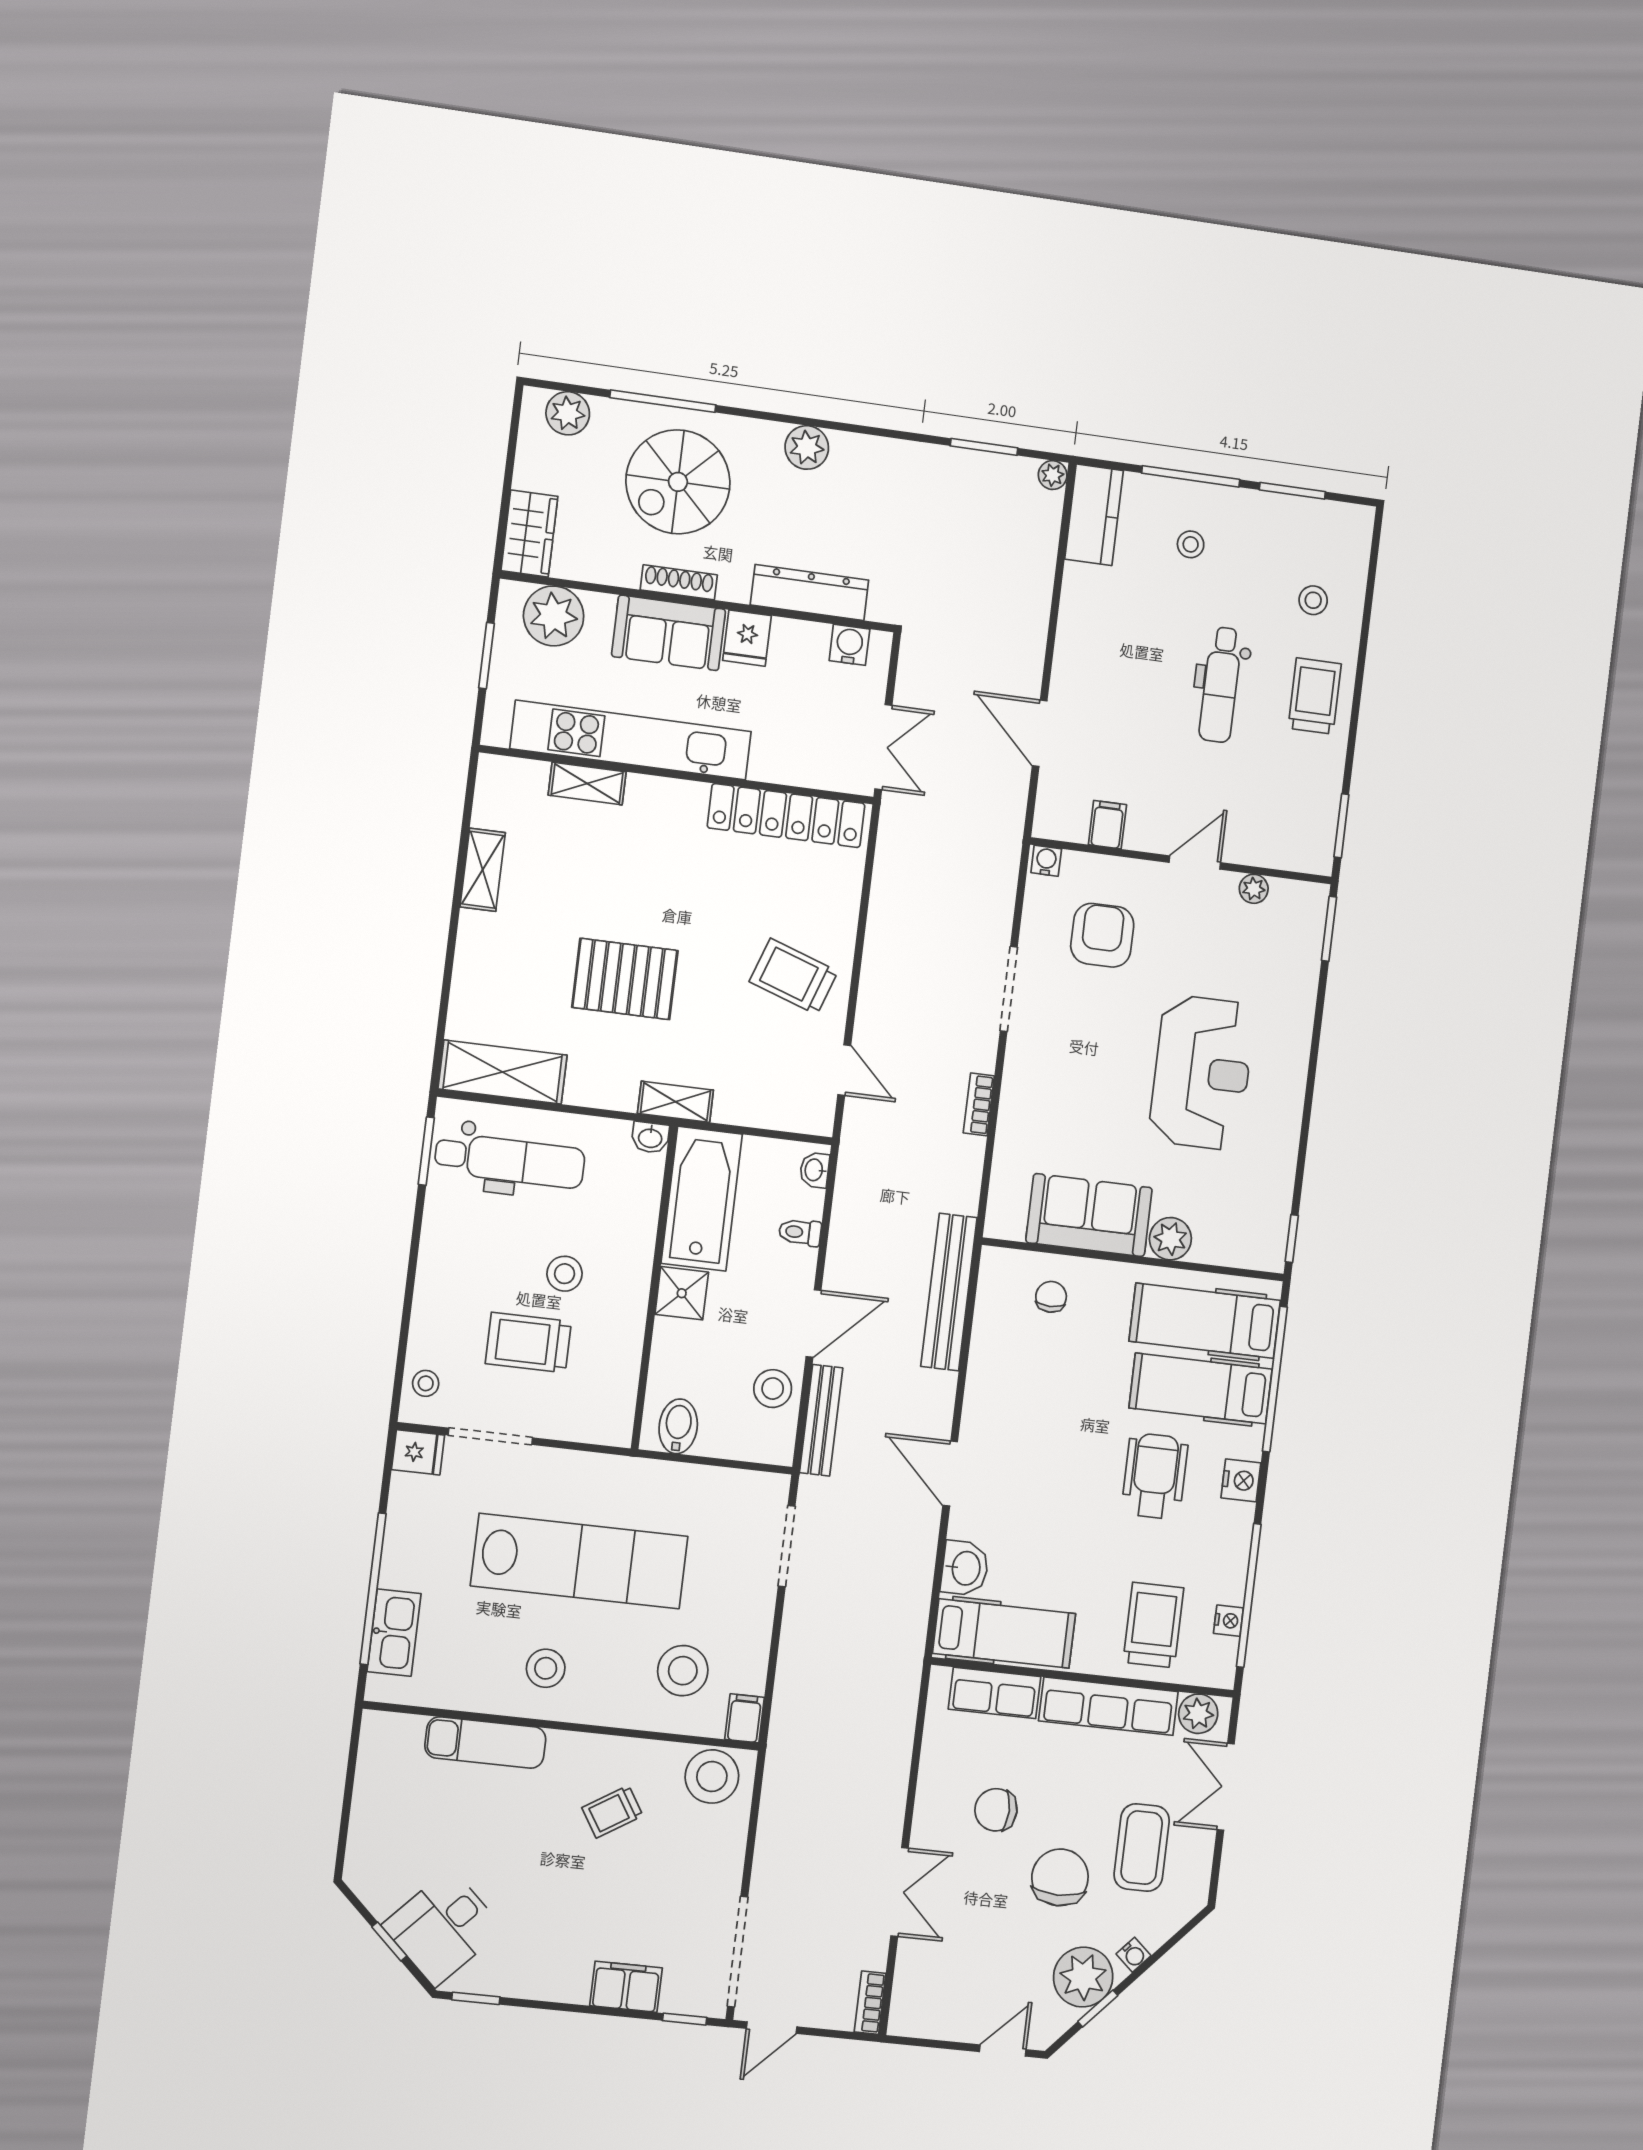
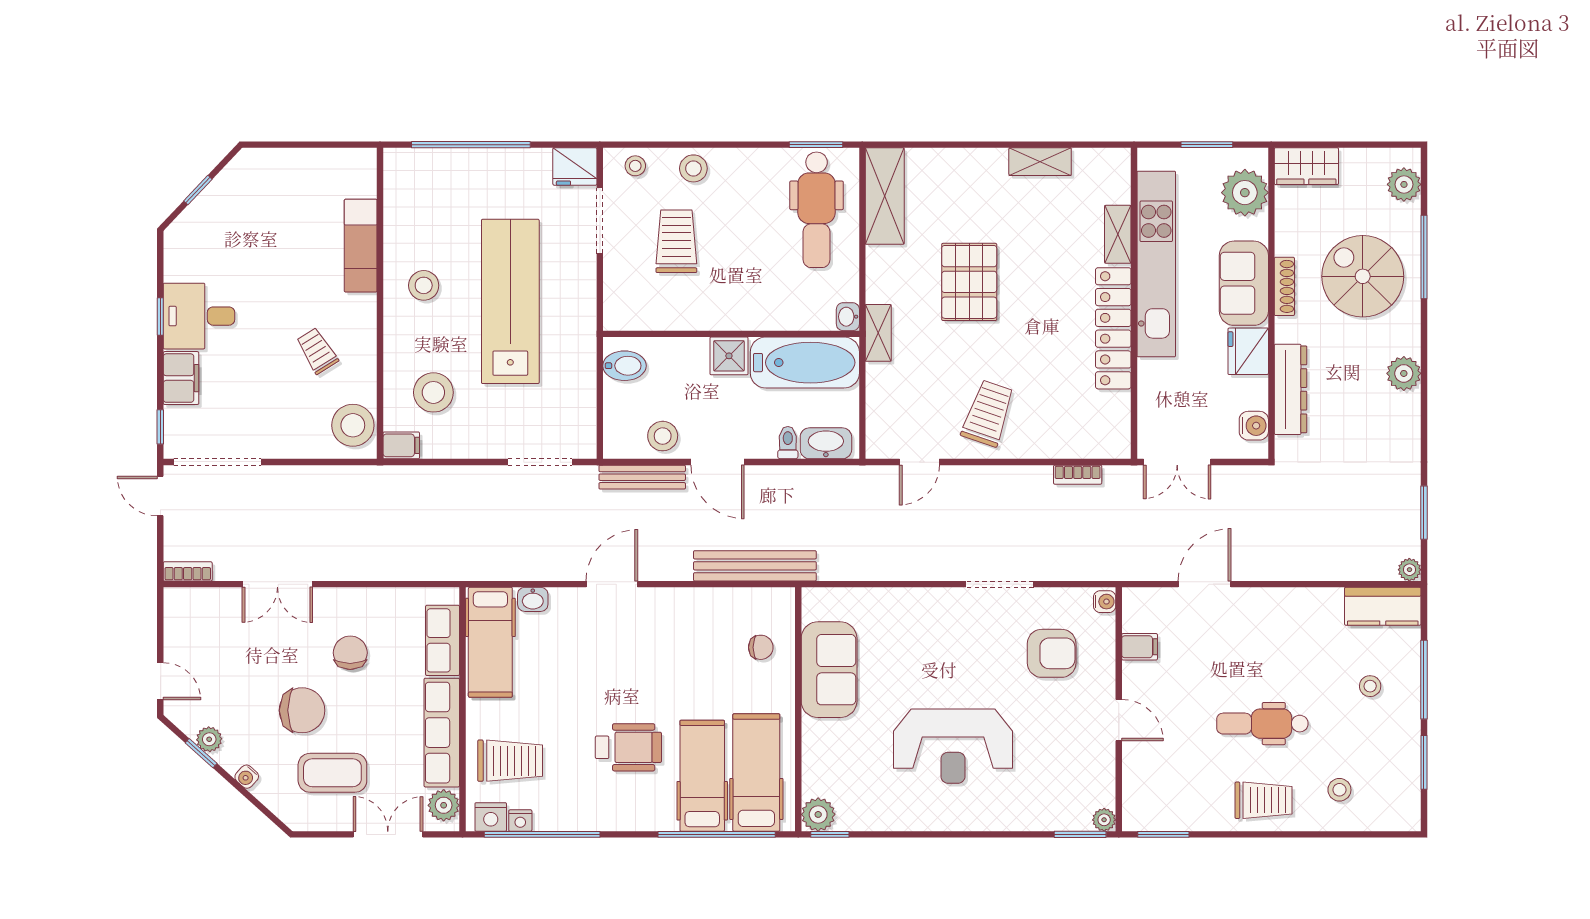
fridge: (747, 638) -> (1248, 351), width x1.38
locker: (786, 816) -> (1113, 328), moved
plant: (1254, 889) -> (1104, 820), moved
bookcase: (979, 1104) -> (1078, 475), moved, turned 180
washbasin: (815, 1170) -> (826, 443), width x1.91, depth x1.45
plant: (1170, 1239) -> (818, 814), moved
stool: (565, 1274) -> (693, 168), moved
fridge: (418, 1452) -> (575, 166), width x1.38
nightstand: (1241, 1480) -> (491, 817), moved
lab bench: (579, 1561) -> (510, 301), turned 180
washbasin: (965, 1568) -> (533, 599), width x0.72, depth x0.69
kitchen sink: (394, 1633) -> (439, 165), removed
desk: (443, 1927) -> (199, 316), moved, turned -43
plant: (1083, 1977) -> (209, 739), width x0.53, depth x0.53
window: (476, 1998) -> (160, 316), moved

